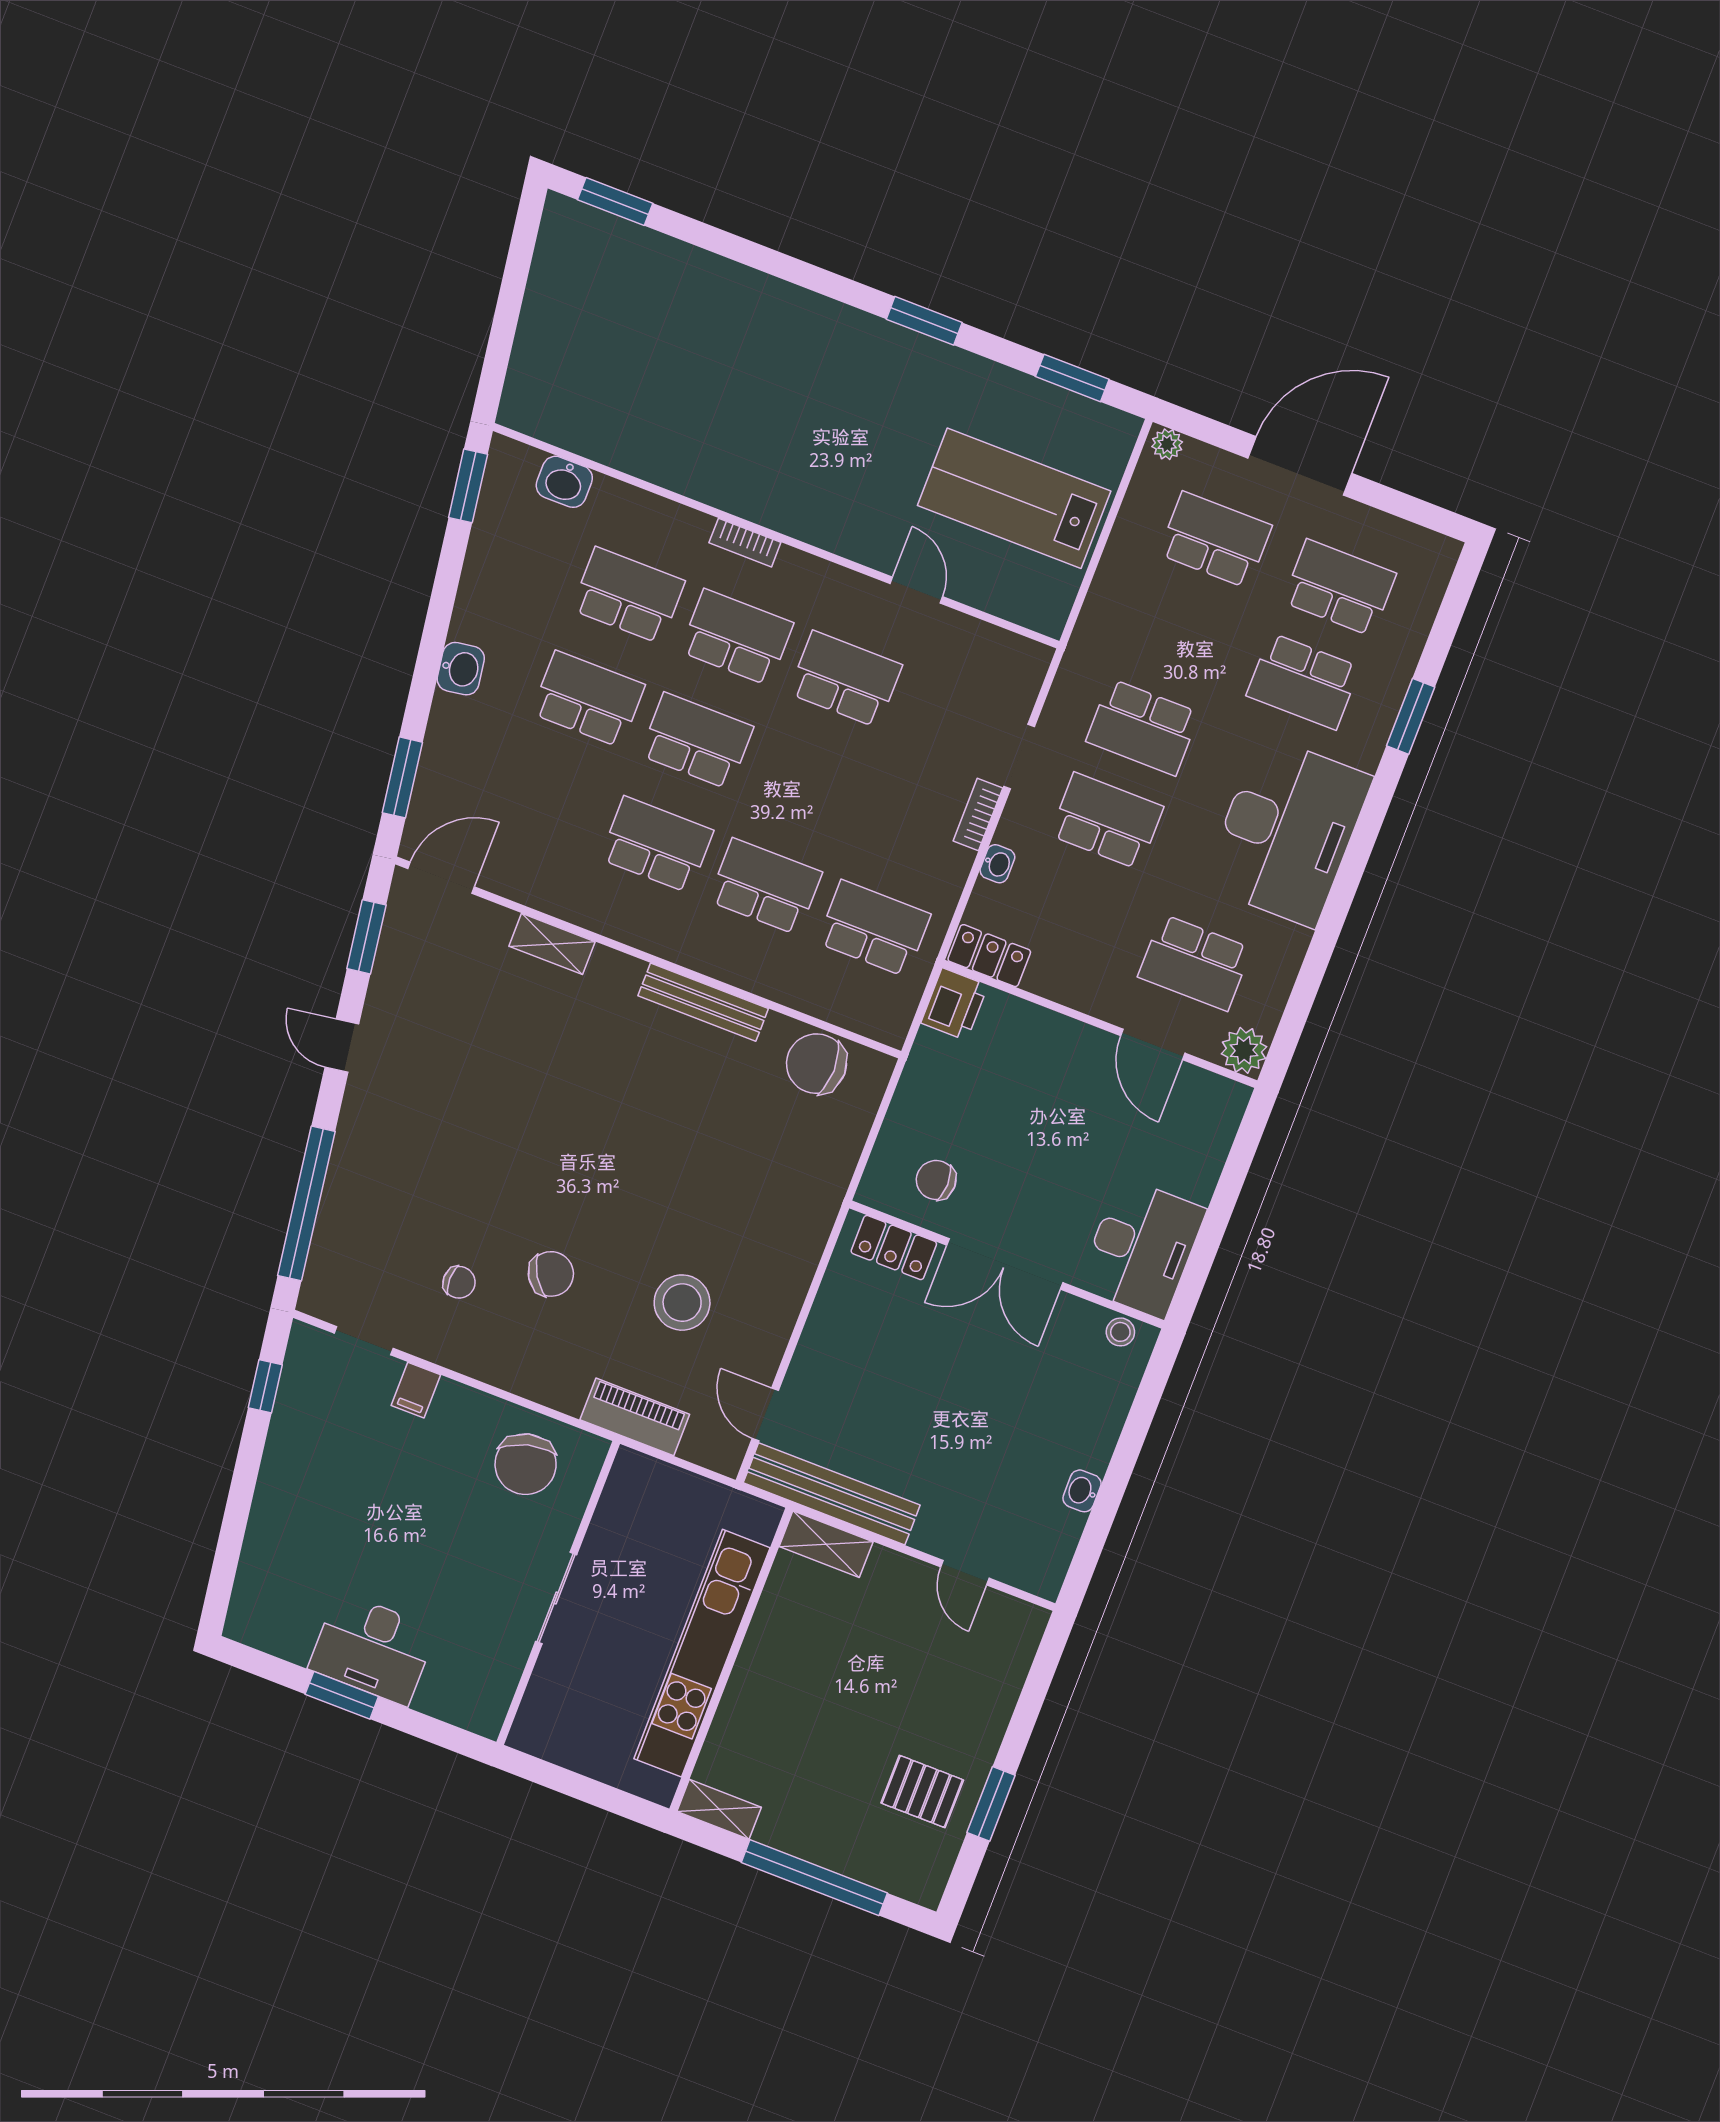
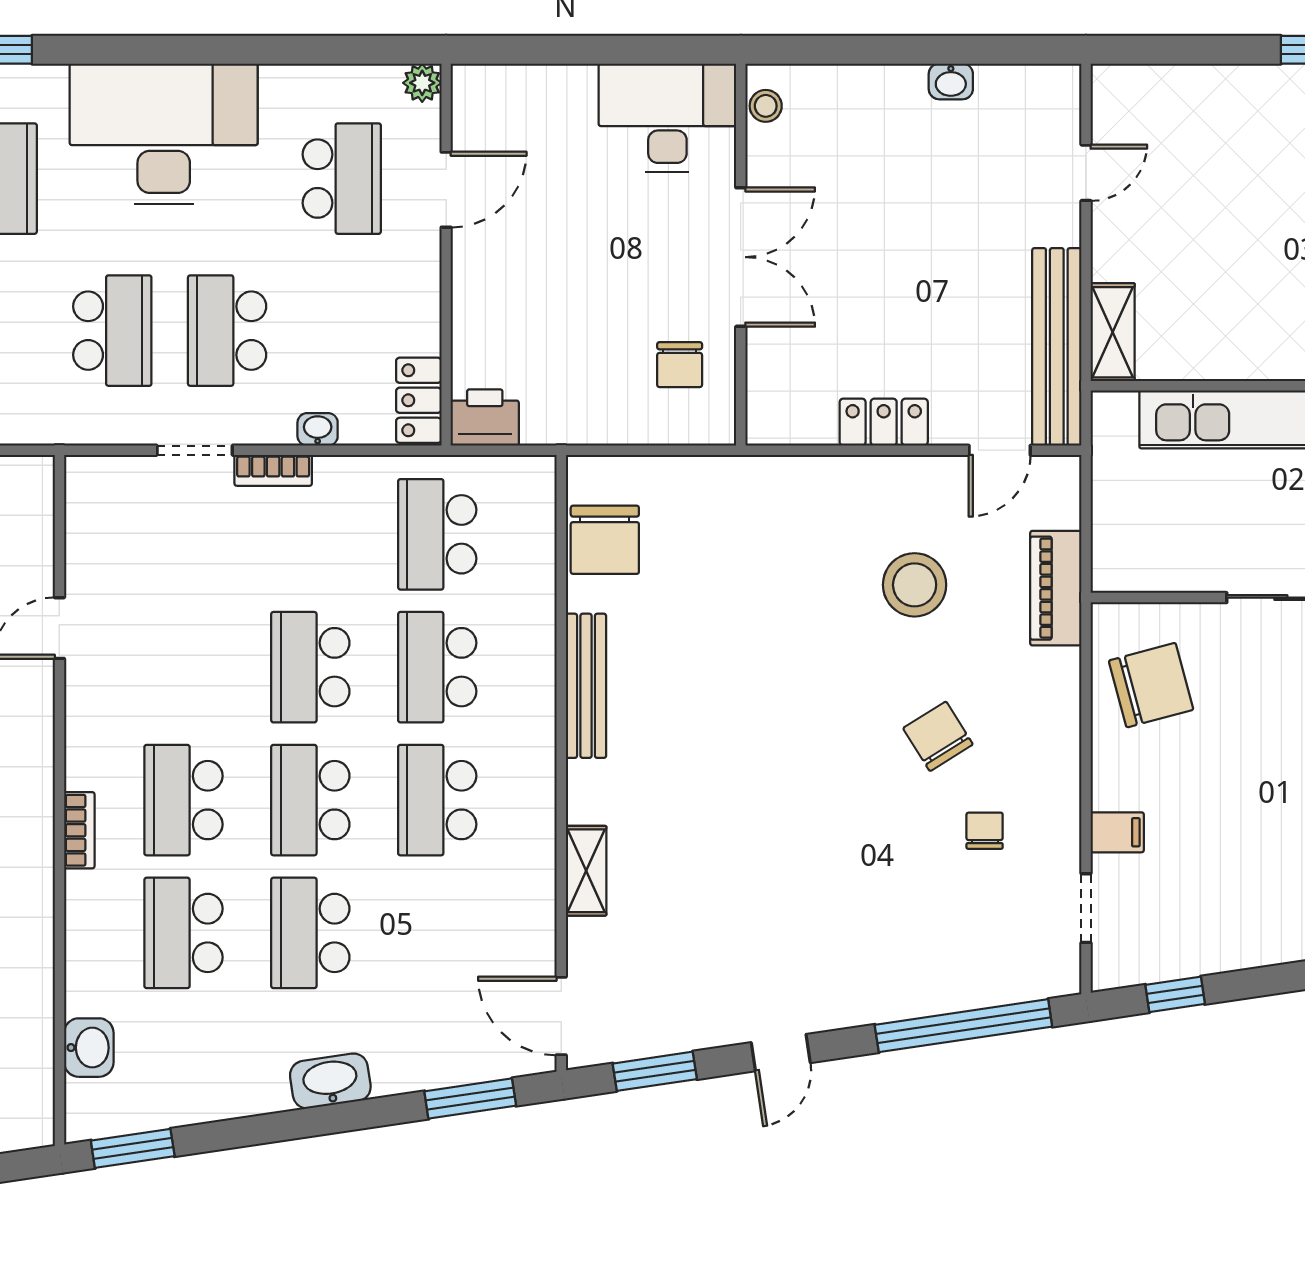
washbasin: (461, 669) -> (330, 1081), width x1.38
school desk: (845, 679) -> (310, 667), moved
plant: (1244, 1050) -> (422, 83), width x0.73, depth x0.73
locker: (894, 1247) -> (884, 422), moved, turned -90

